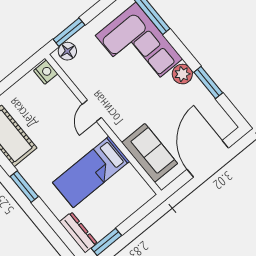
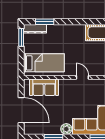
bed: (91, 172) -> (44, 63), moved, turned 90
window: (24, 187) -> (45, 22), moved

